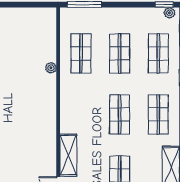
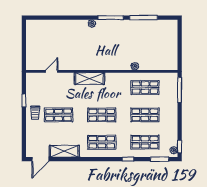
shelving: (68, 155) -> (89, 79), moved

